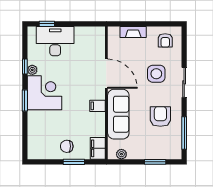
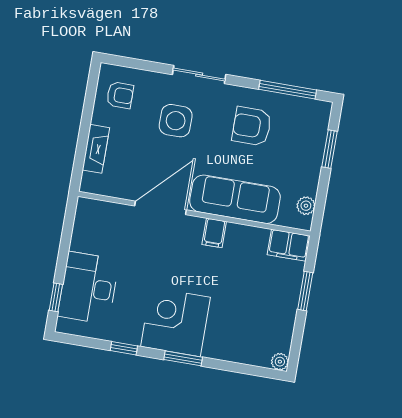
plant: (32, 70) -> (280, 362), moved
chair: (67, 146) -> (276, 299), removed

